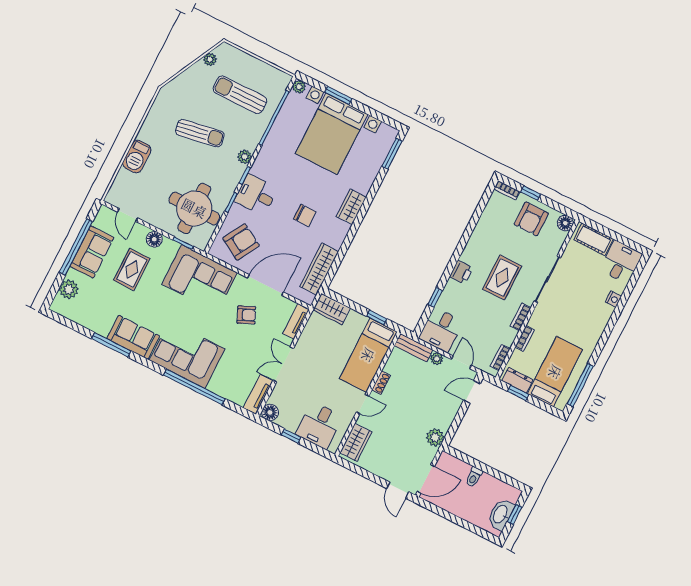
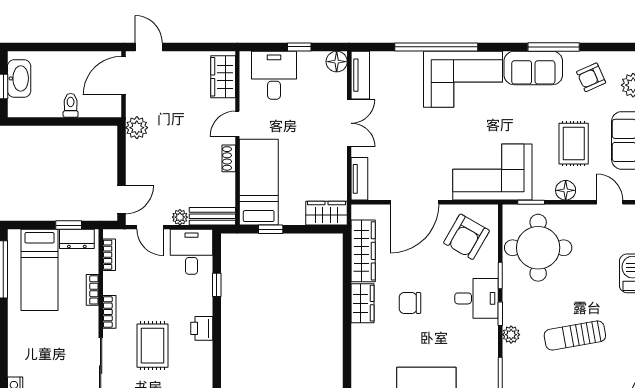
wardrobe: (351, 207) -> (363, 303), moved
armchair: (246, 315) -> (591, 77), moved

